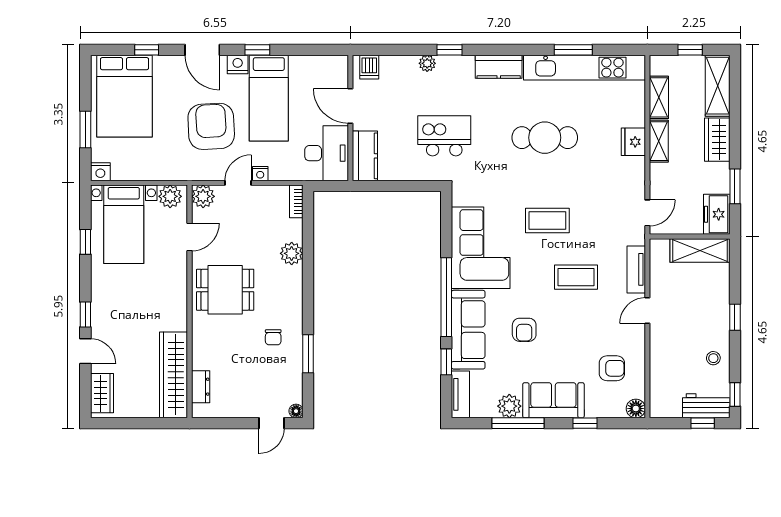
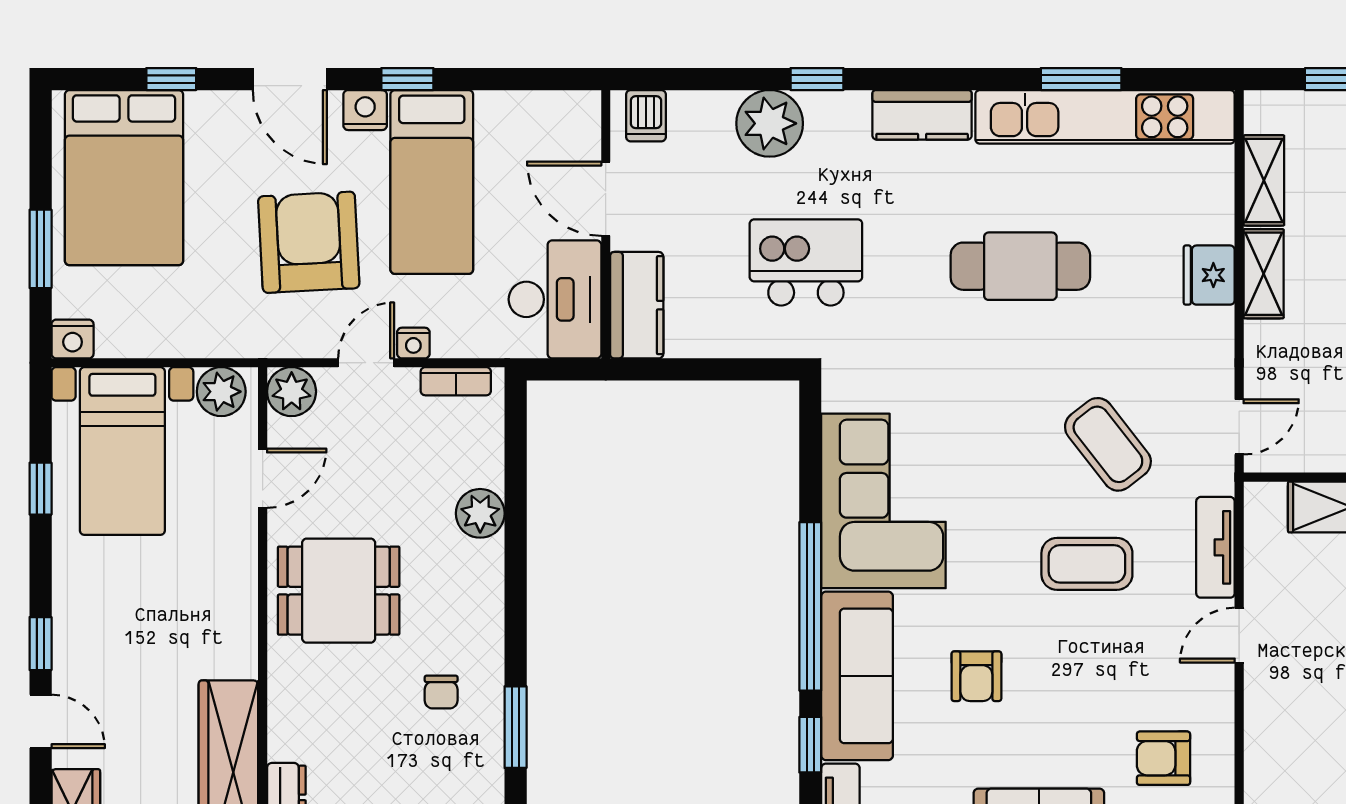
plant: (427, 63) -> (770, 123), width x1.87, depth x1.87
bookcase: (296, 201) -> (456, 381), moved, turned -90
coffee table: (547, 221) -> (1108, 444), moved, turned 52
armchair: (612, 368) -> (1164, 758), turned 180

